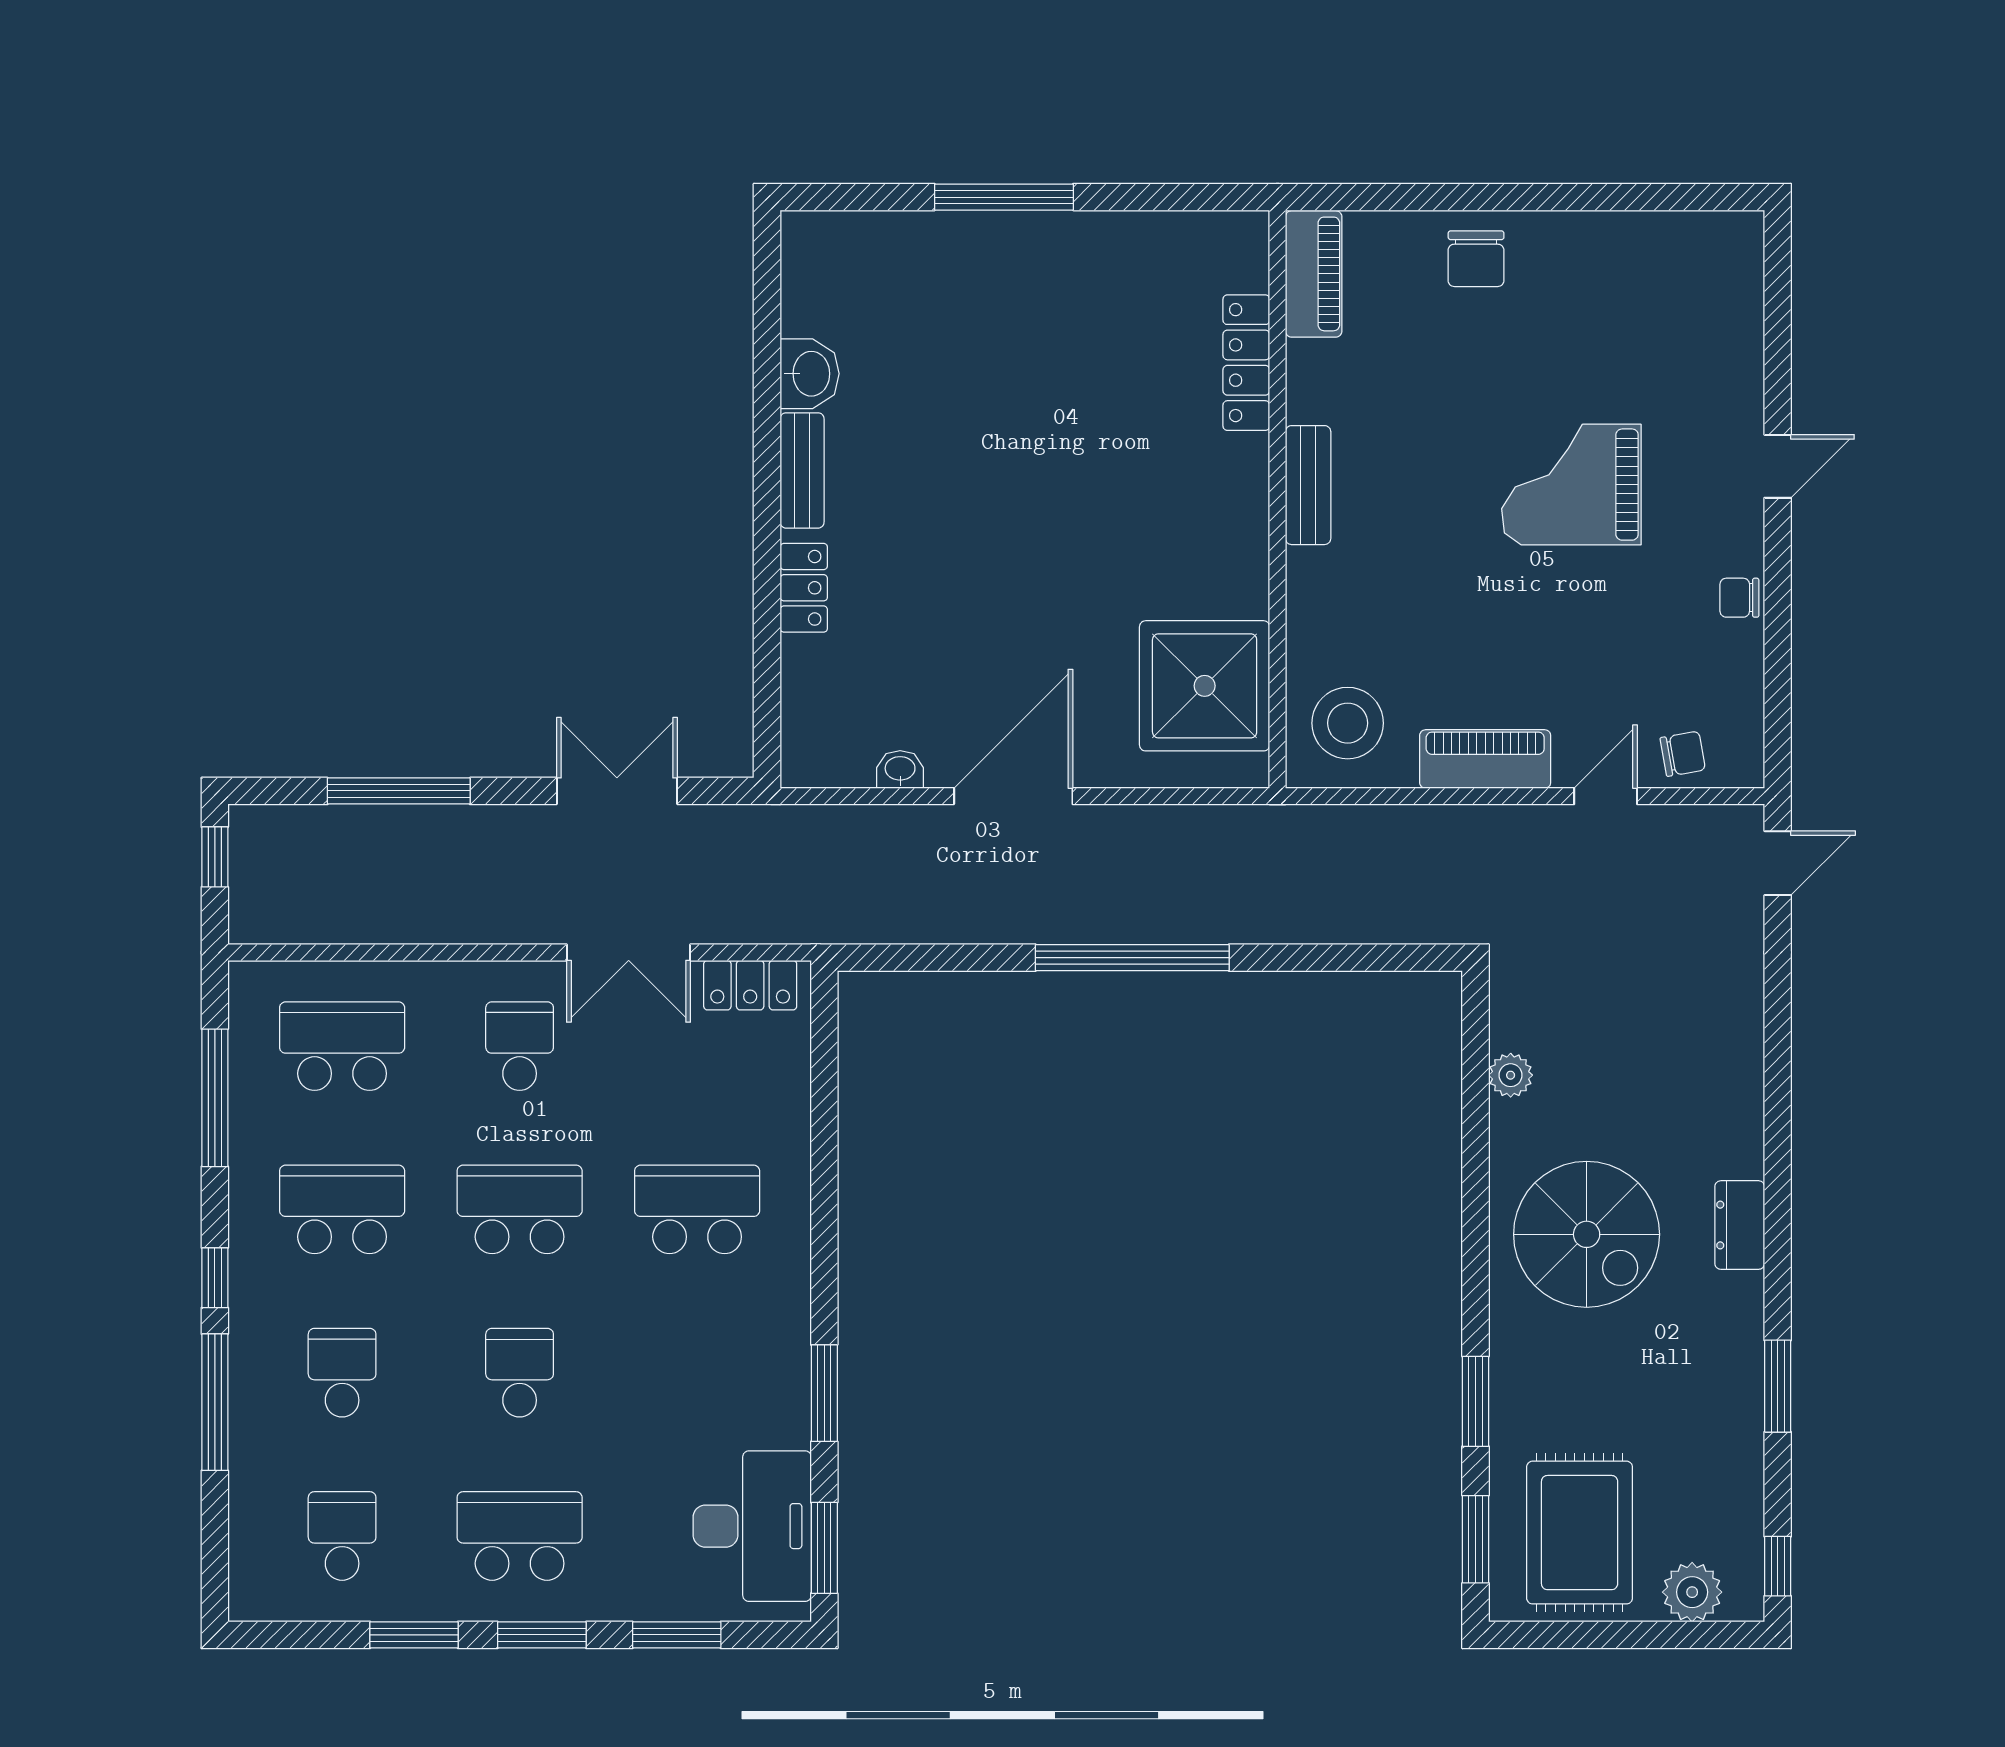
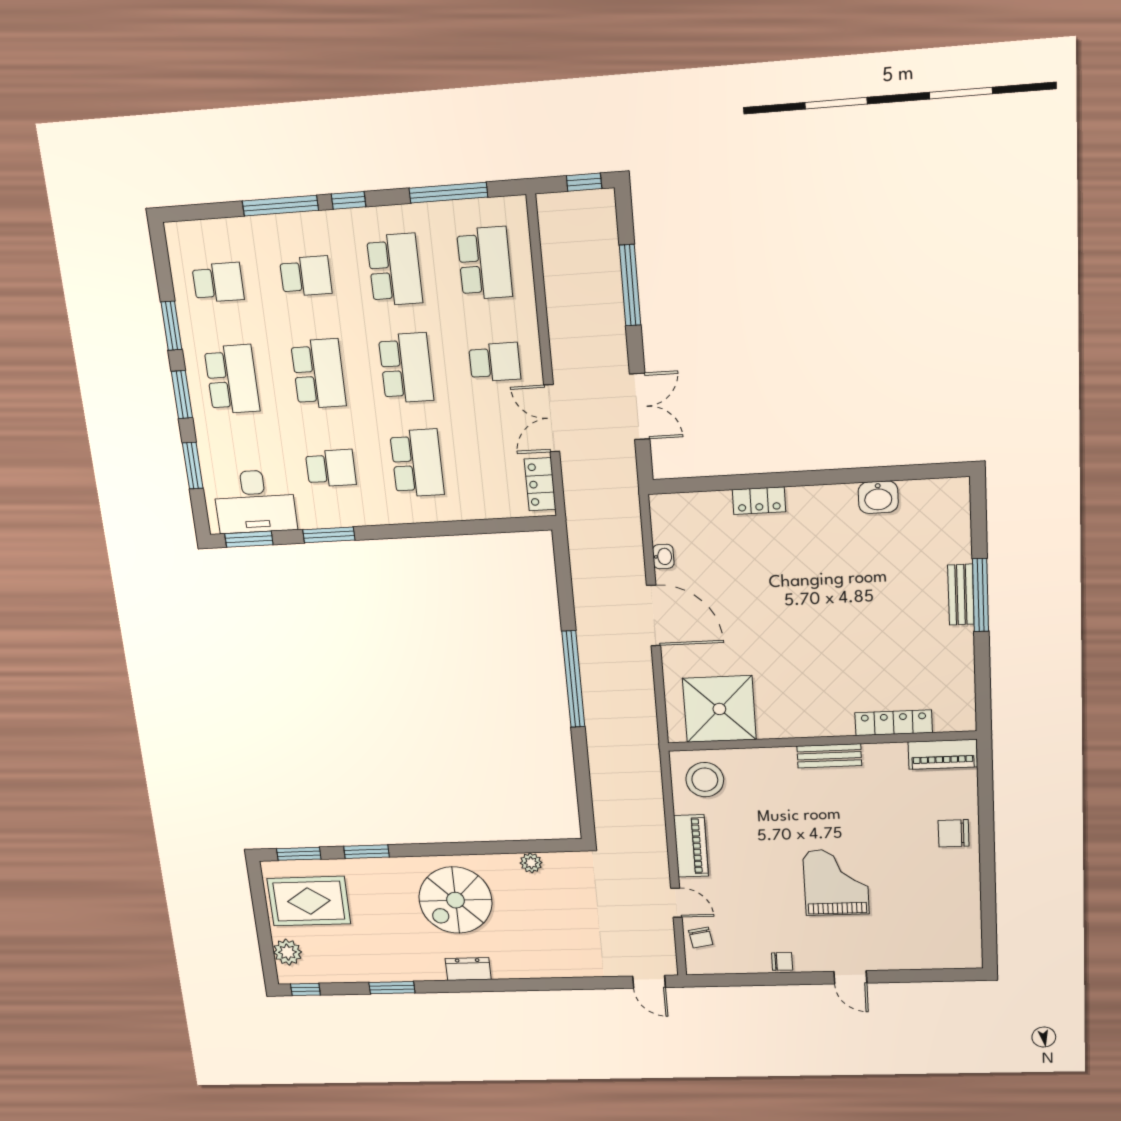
bench: (802, 470) -> (961, 595), moved, turned 90
chair: (1739, 598) -> (782, 961), turned 90
school desk: (520, 1373) -> (319, 374), width x1.85
school desk: (697, 1373) -> (331, 468), added

